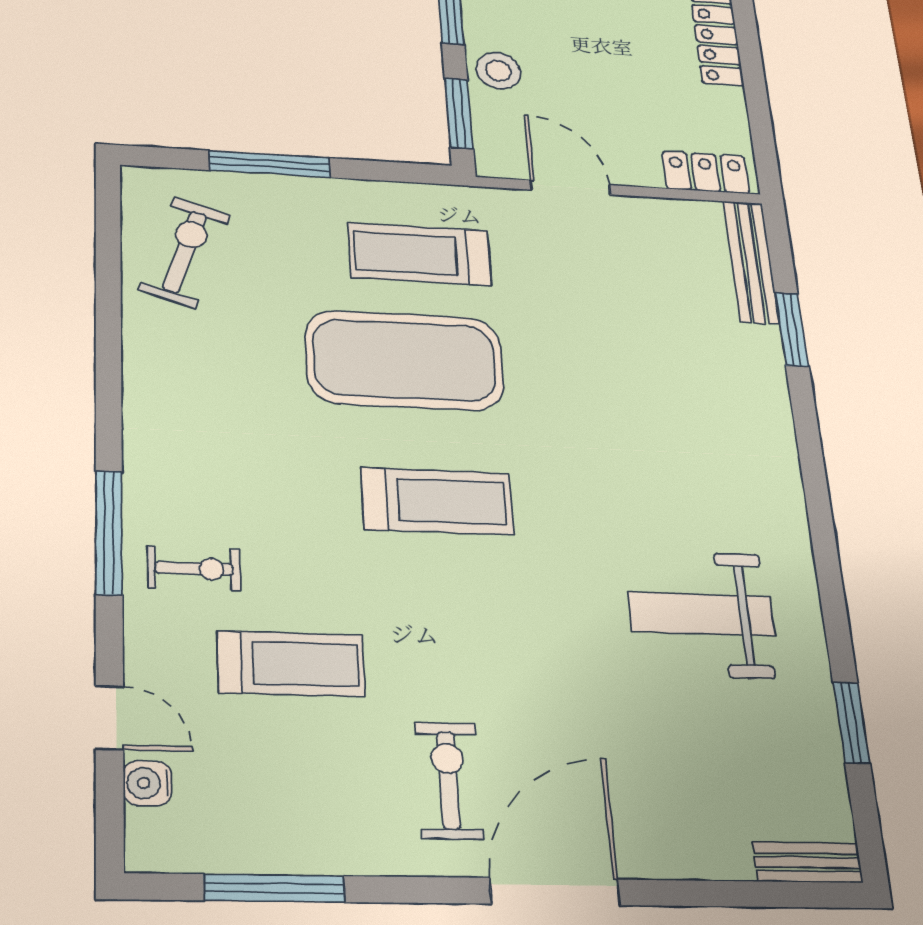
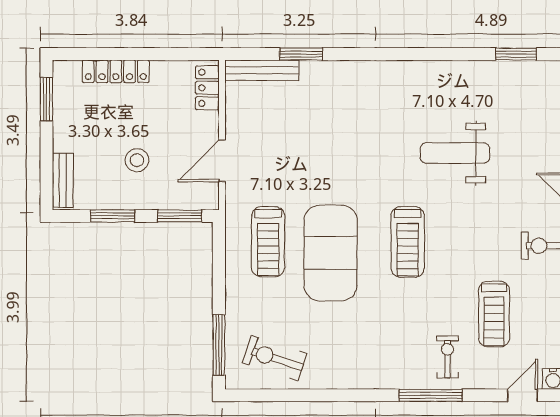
stool: (498, 71) -> (137, 160), moved
window: (270, 164) -> (219, 345), moved
treadmill: (437, 501) -> (408, 242), turned 180
weight bench: (701, 614) -> (455, 153), moved, turned 90
treadmill: (291, 664) -> (494, 314), turned 180

